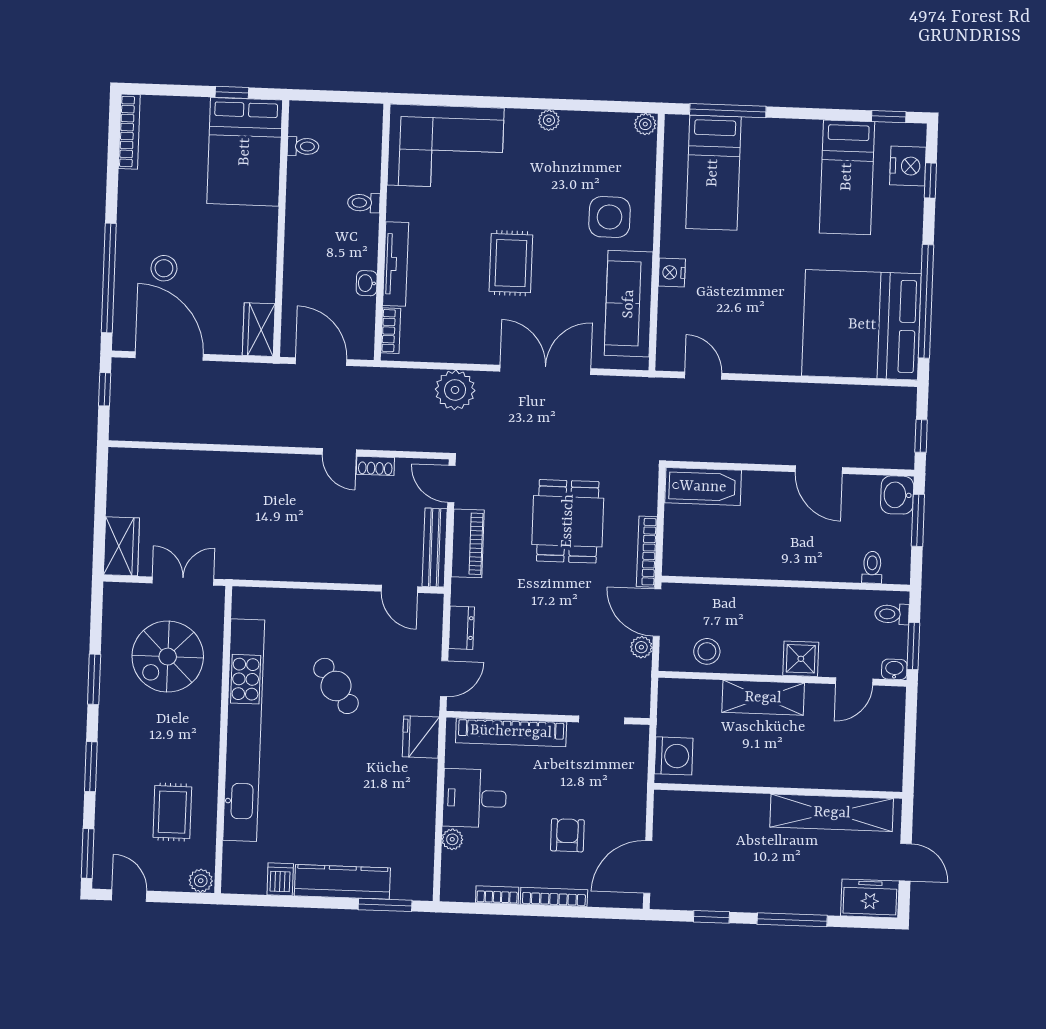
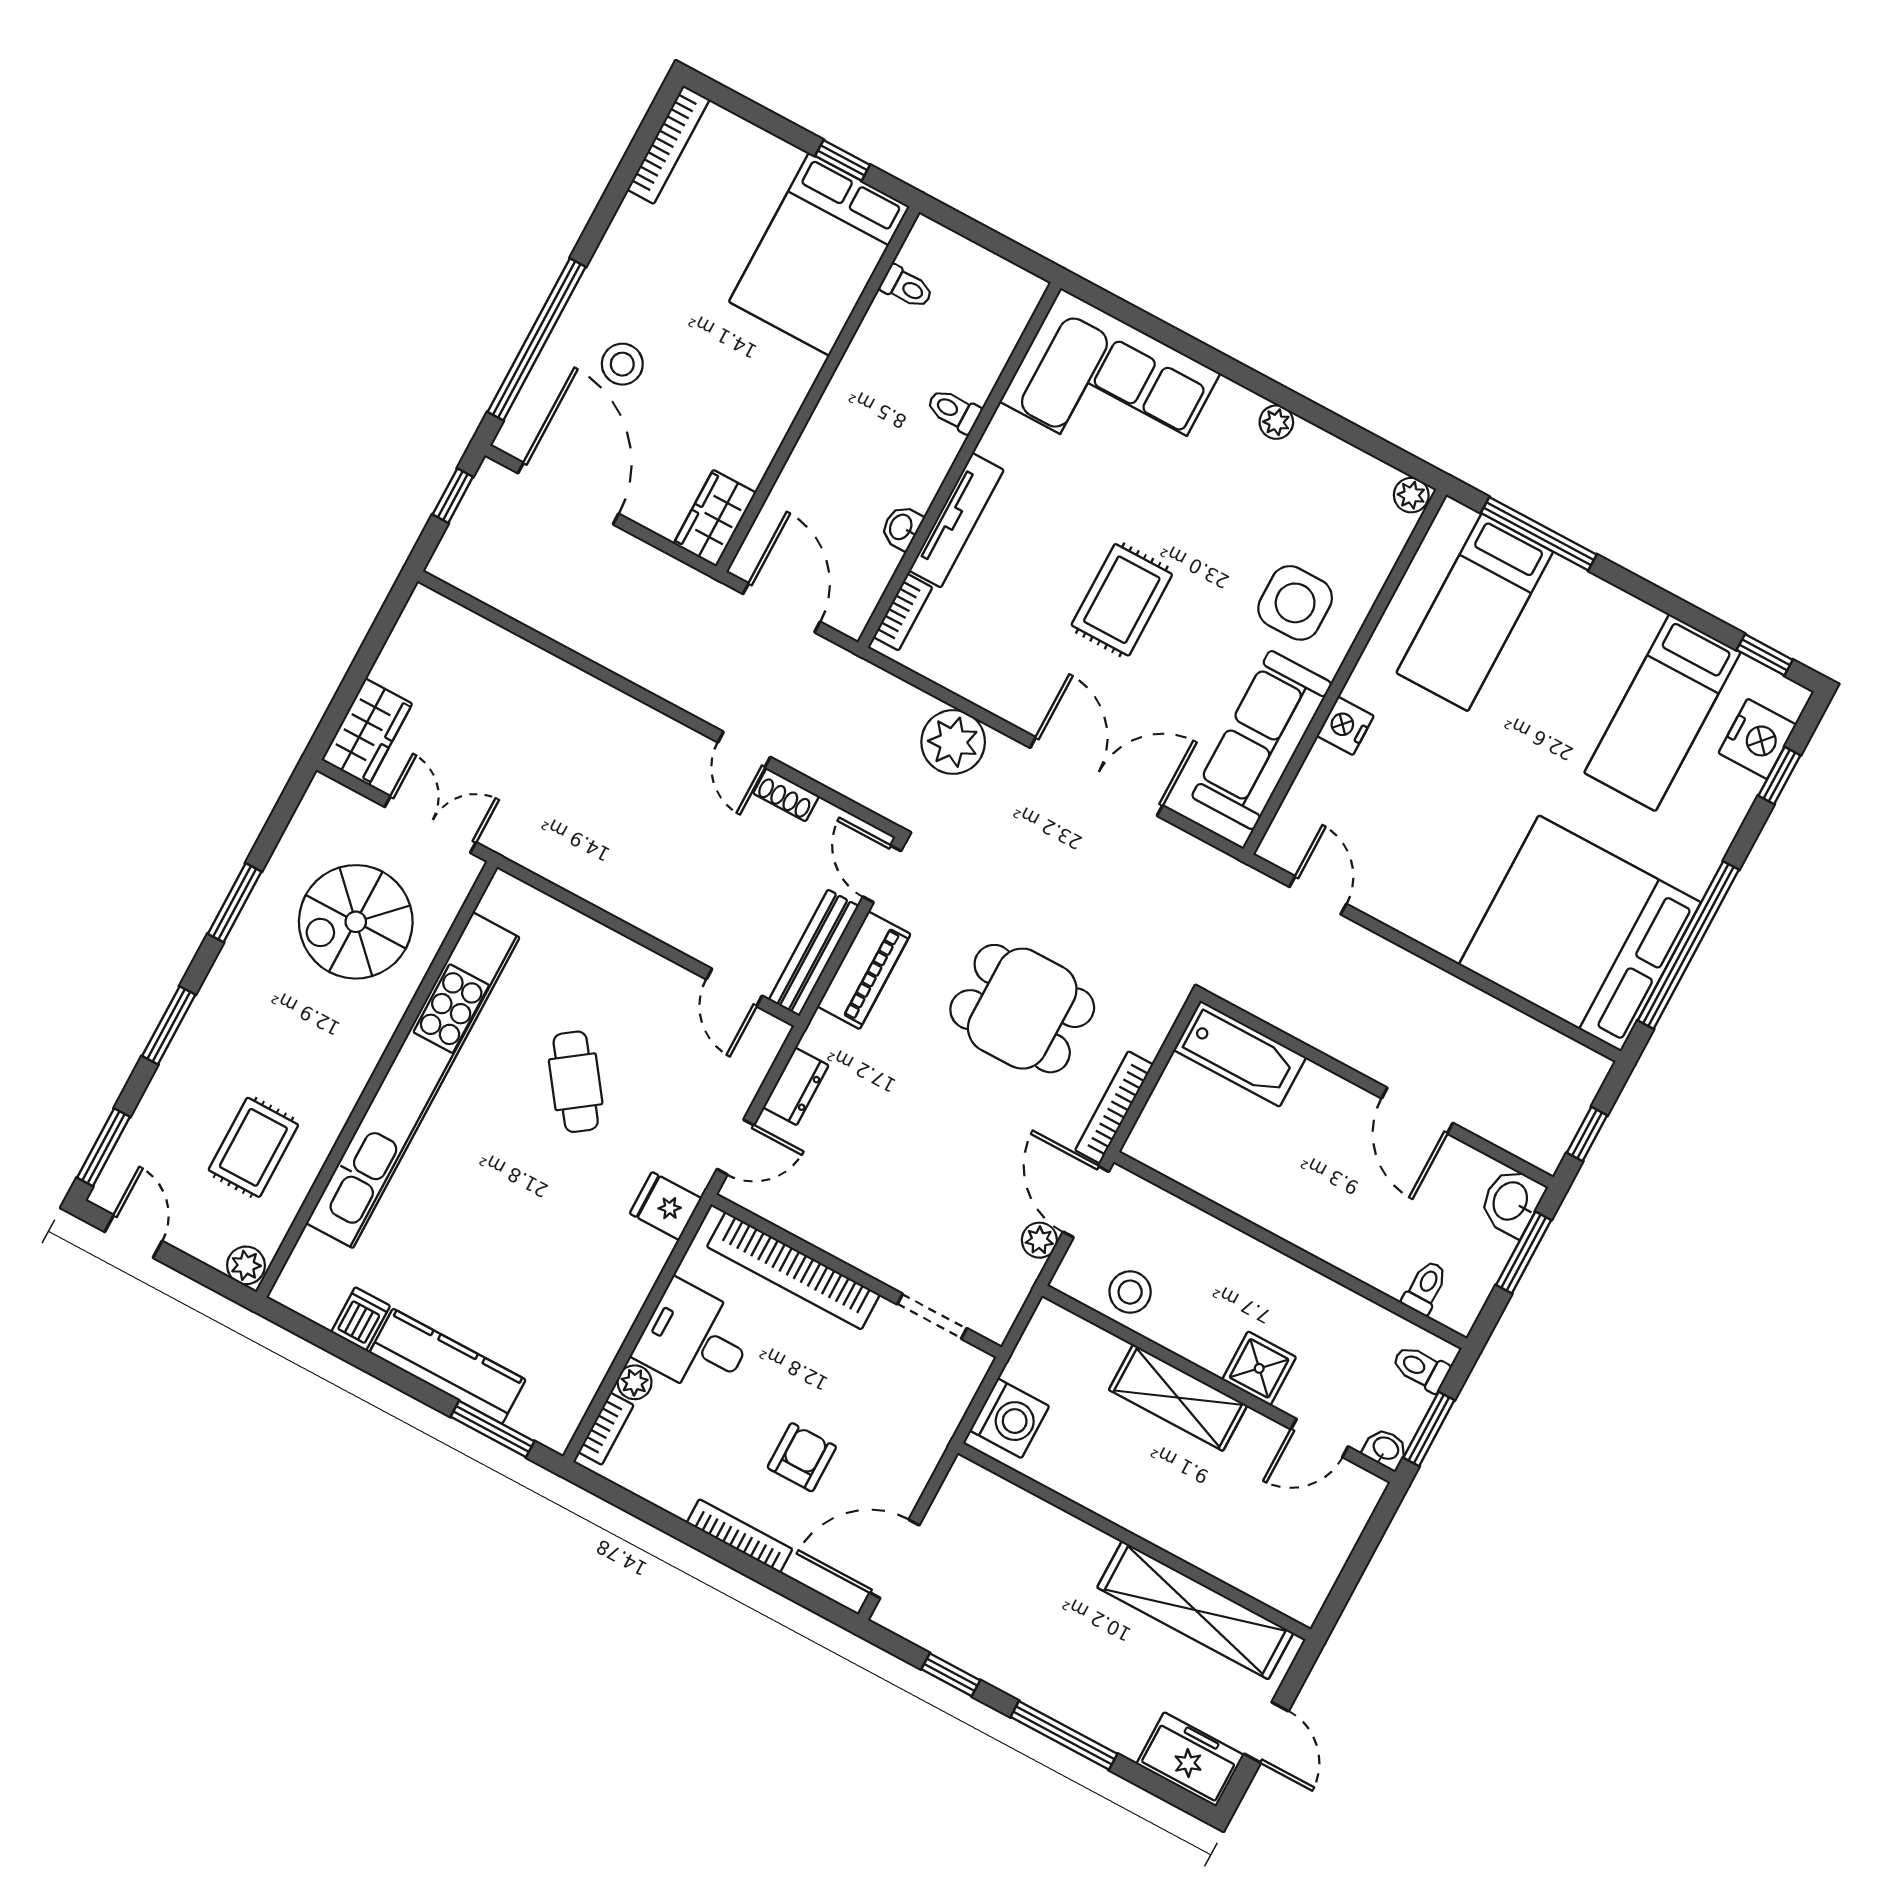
dining table: (568, 521) -> (1022, 1009), turned 90
fridge: (421, 737) -> (666, 1206), width x0.72
bookcase: (497, 895) -> (606, 1429), moved, turned 90

